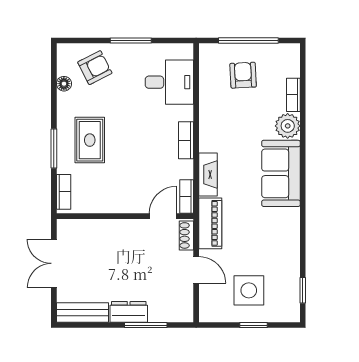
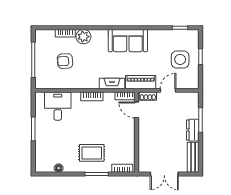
armchair: (95, 68) -> (49, 150), removed
armchair: (243, 75) -> (65, 61), moved
sofa: (281, 173) -> (128, 41), moved

